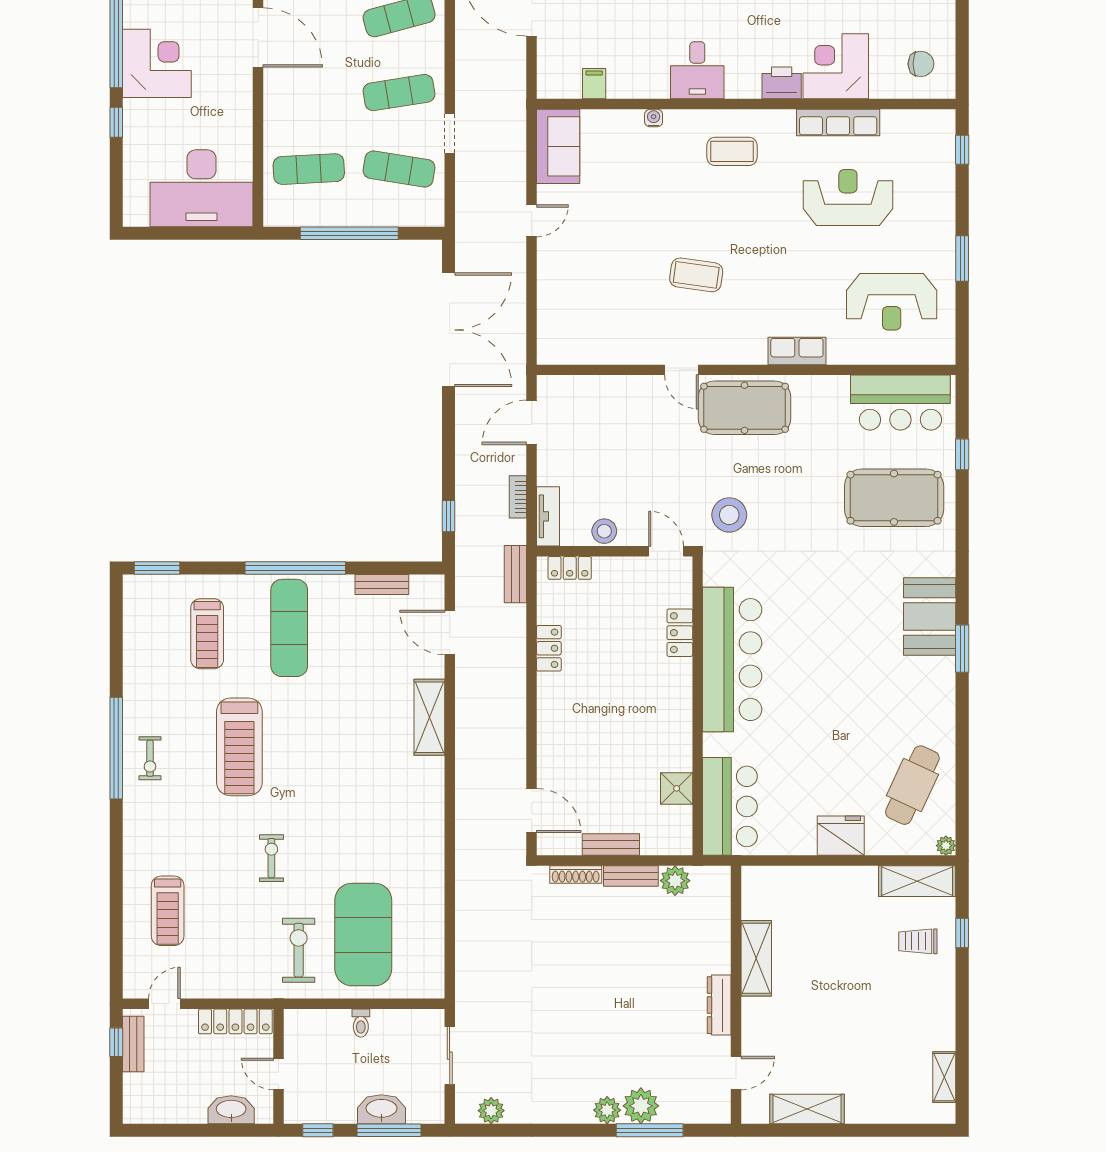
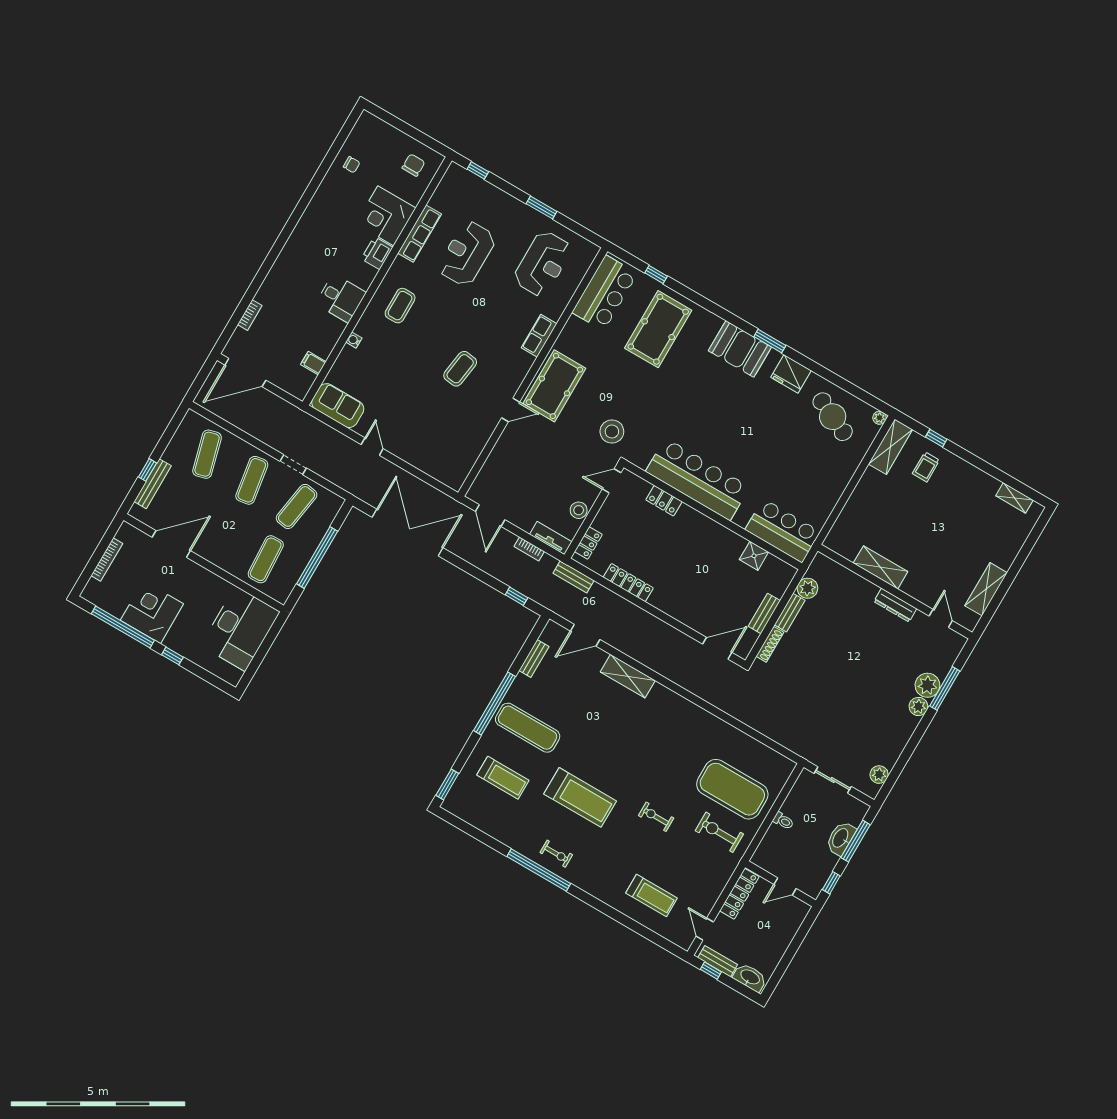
locker: (549, 648) -> (628, 583), width x1.53
fridge: (841, 836) -> (791, 374), moved, turned -90
washbasin: (231, 1110) -> (750, 977), moved, turned 90

